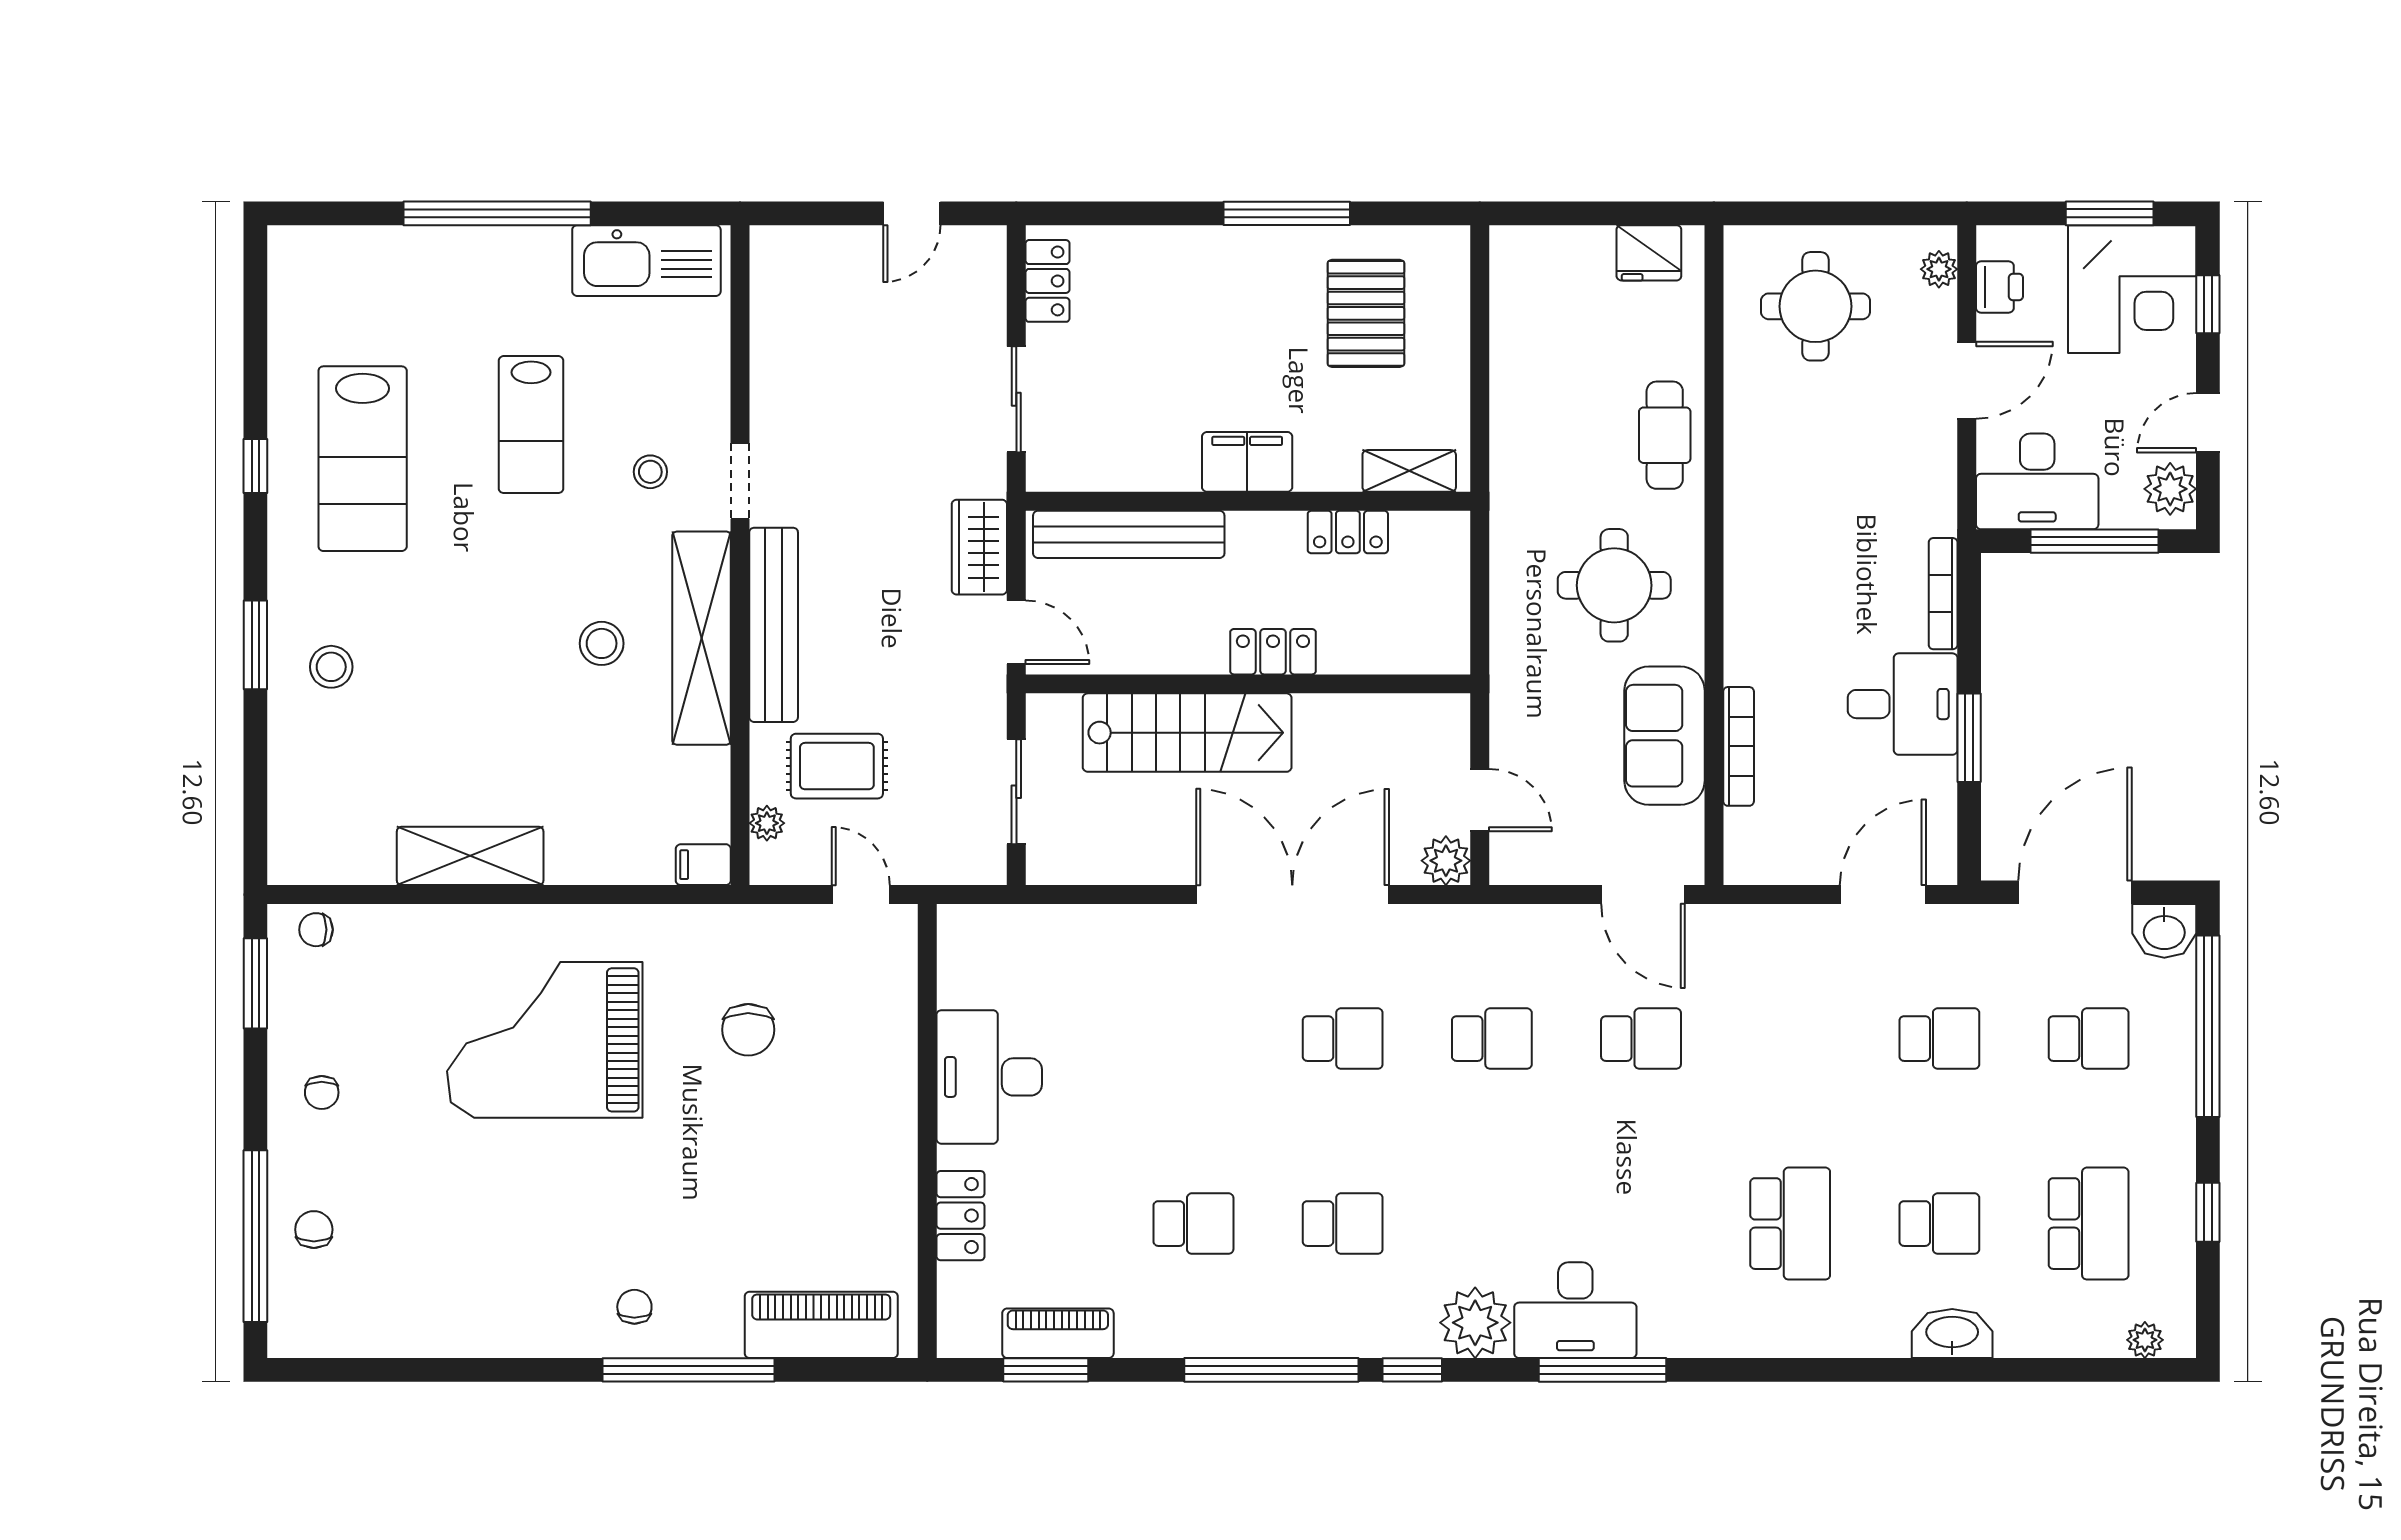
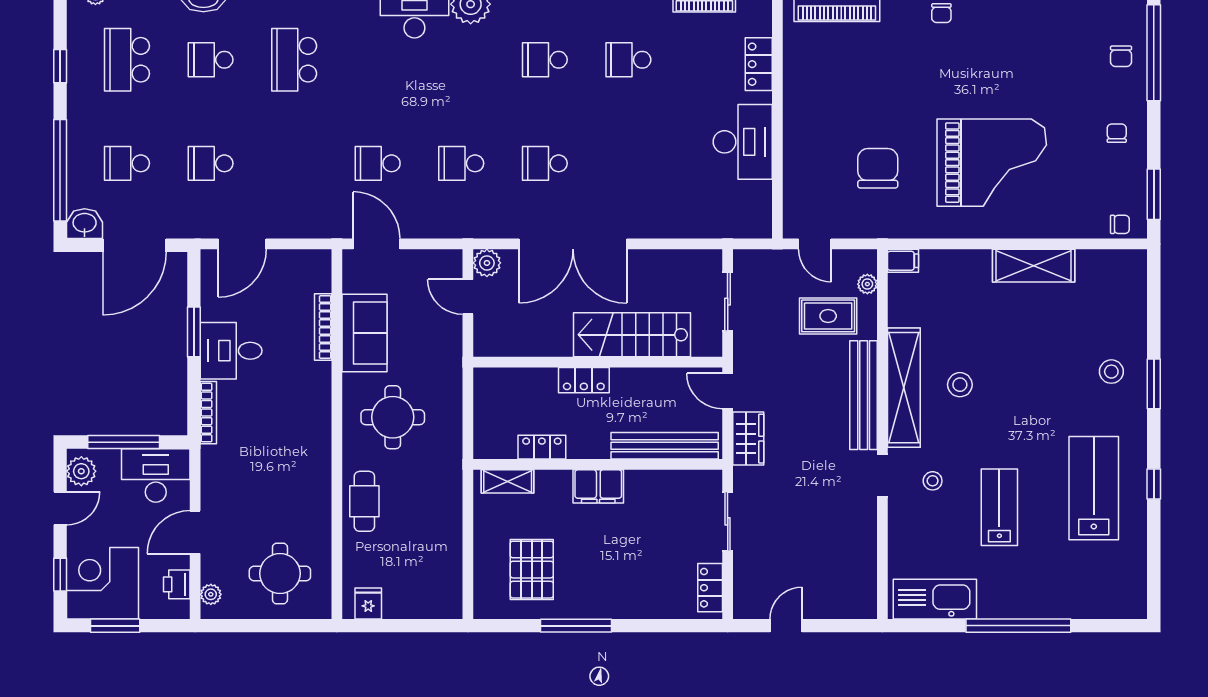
fridge: (1649, 253) -> (368, 603), width x0.72
chair: (748, 1030) -> (878, 168), width x1.37, depth x1.37

